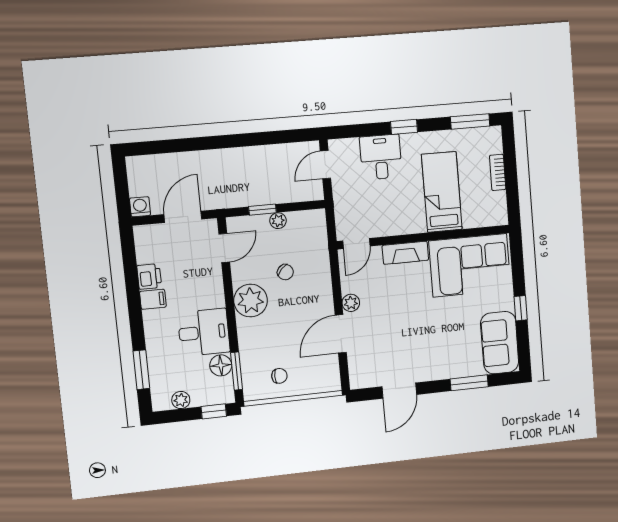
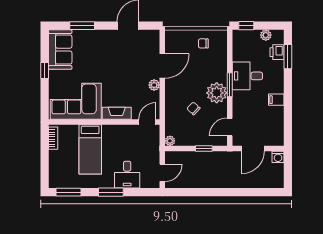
window: (404, 127) -> (111, 192), width x1.50
bookcase: (498, 172) -> (53, 138), moved
plant: (278, 221) -> (170, 141), moved
printer: (149, 276) -> (277, 52), moved
floor lamp: (221, 365) -> (239, 54), removed
window: (237, 371) -> (230, 85), moved

